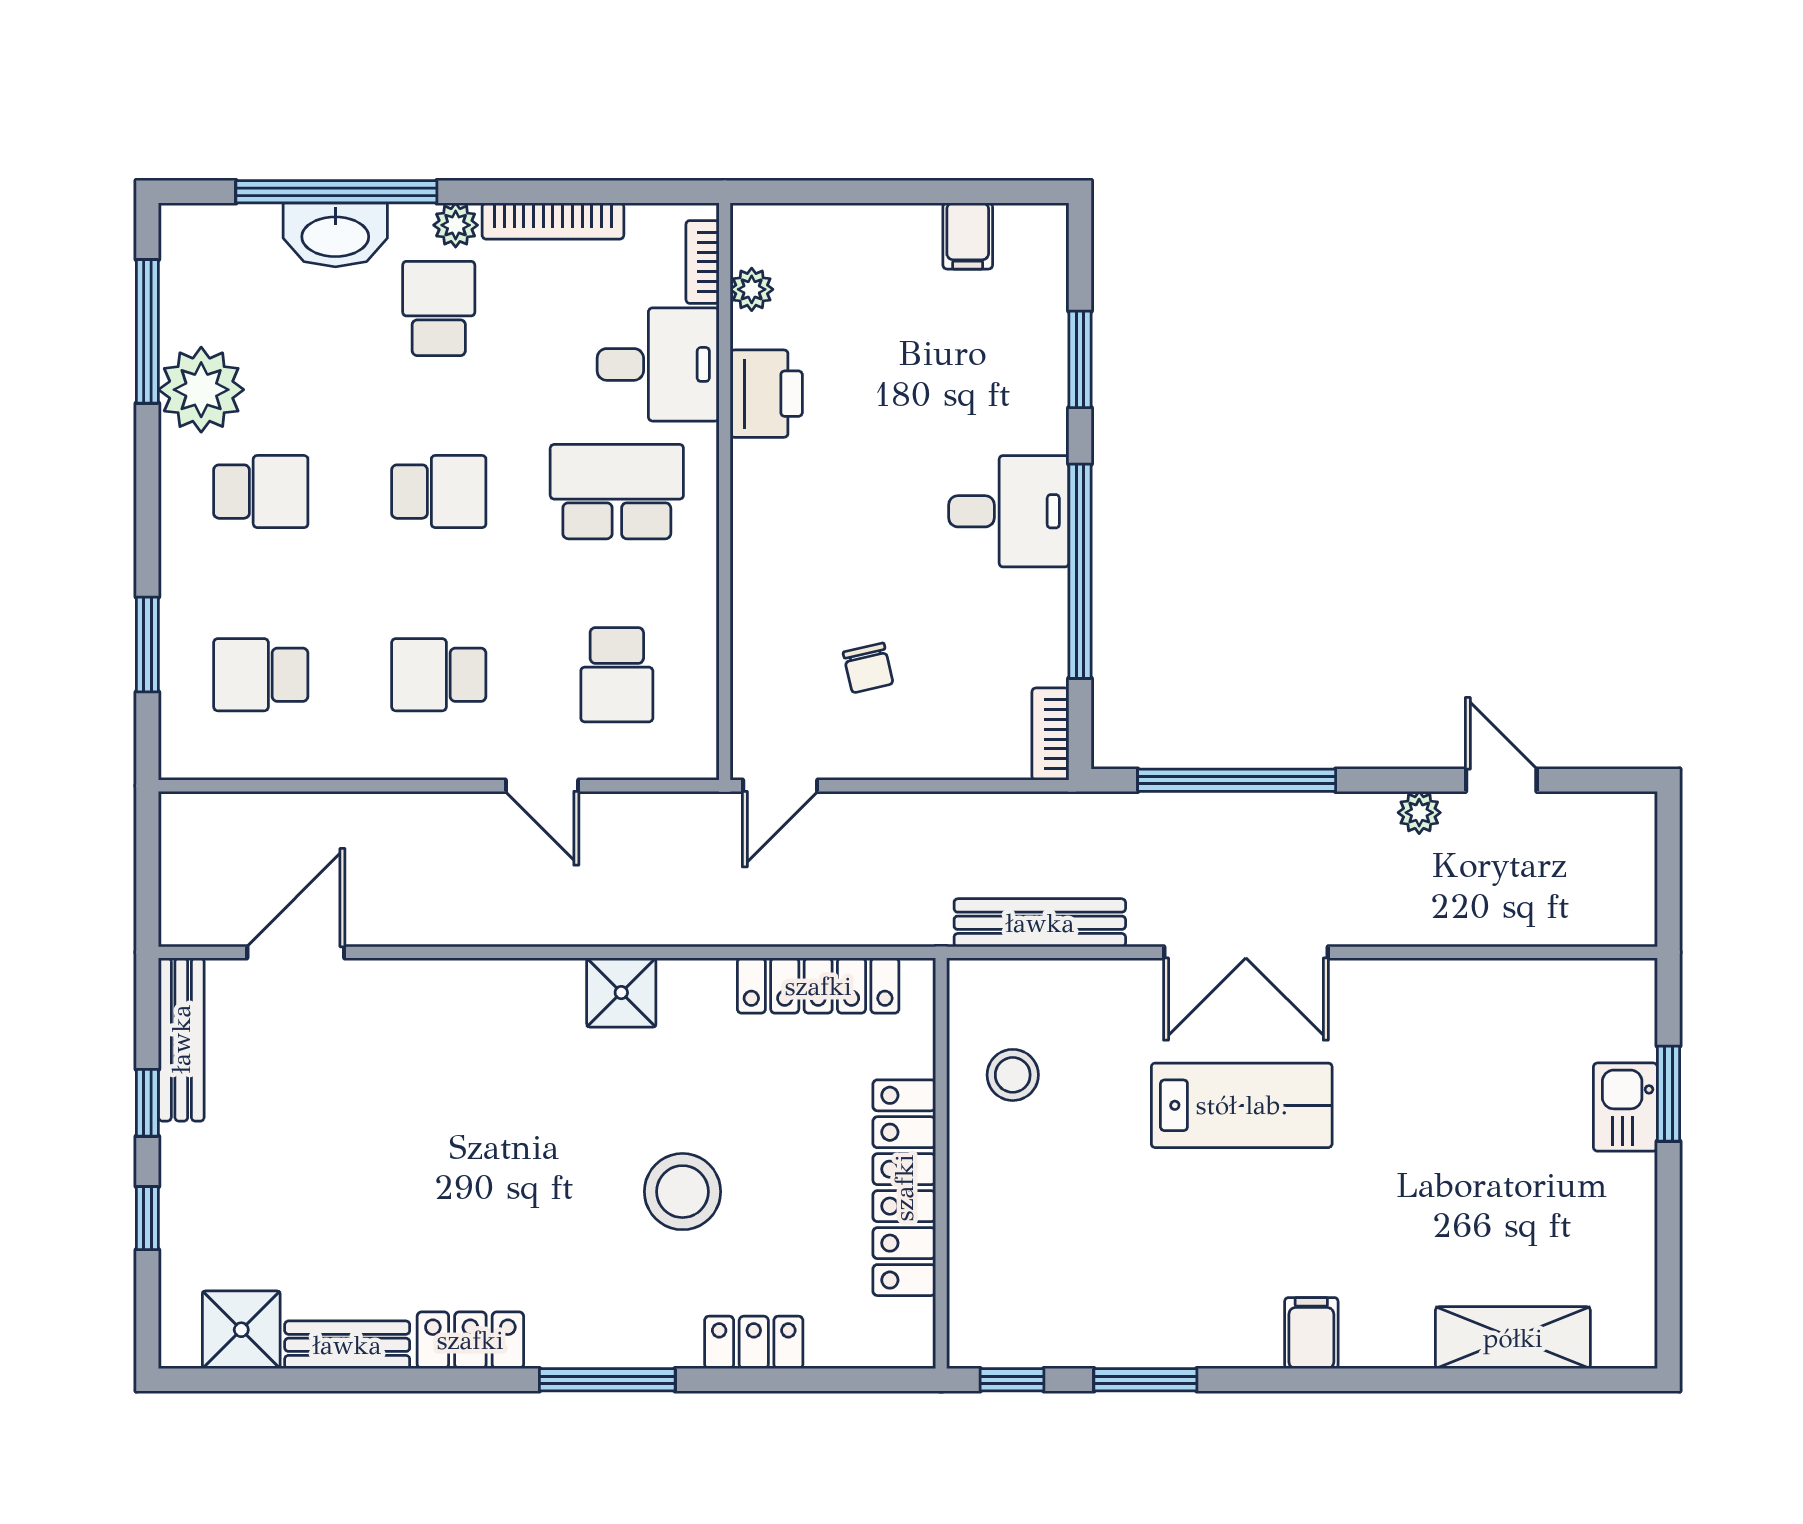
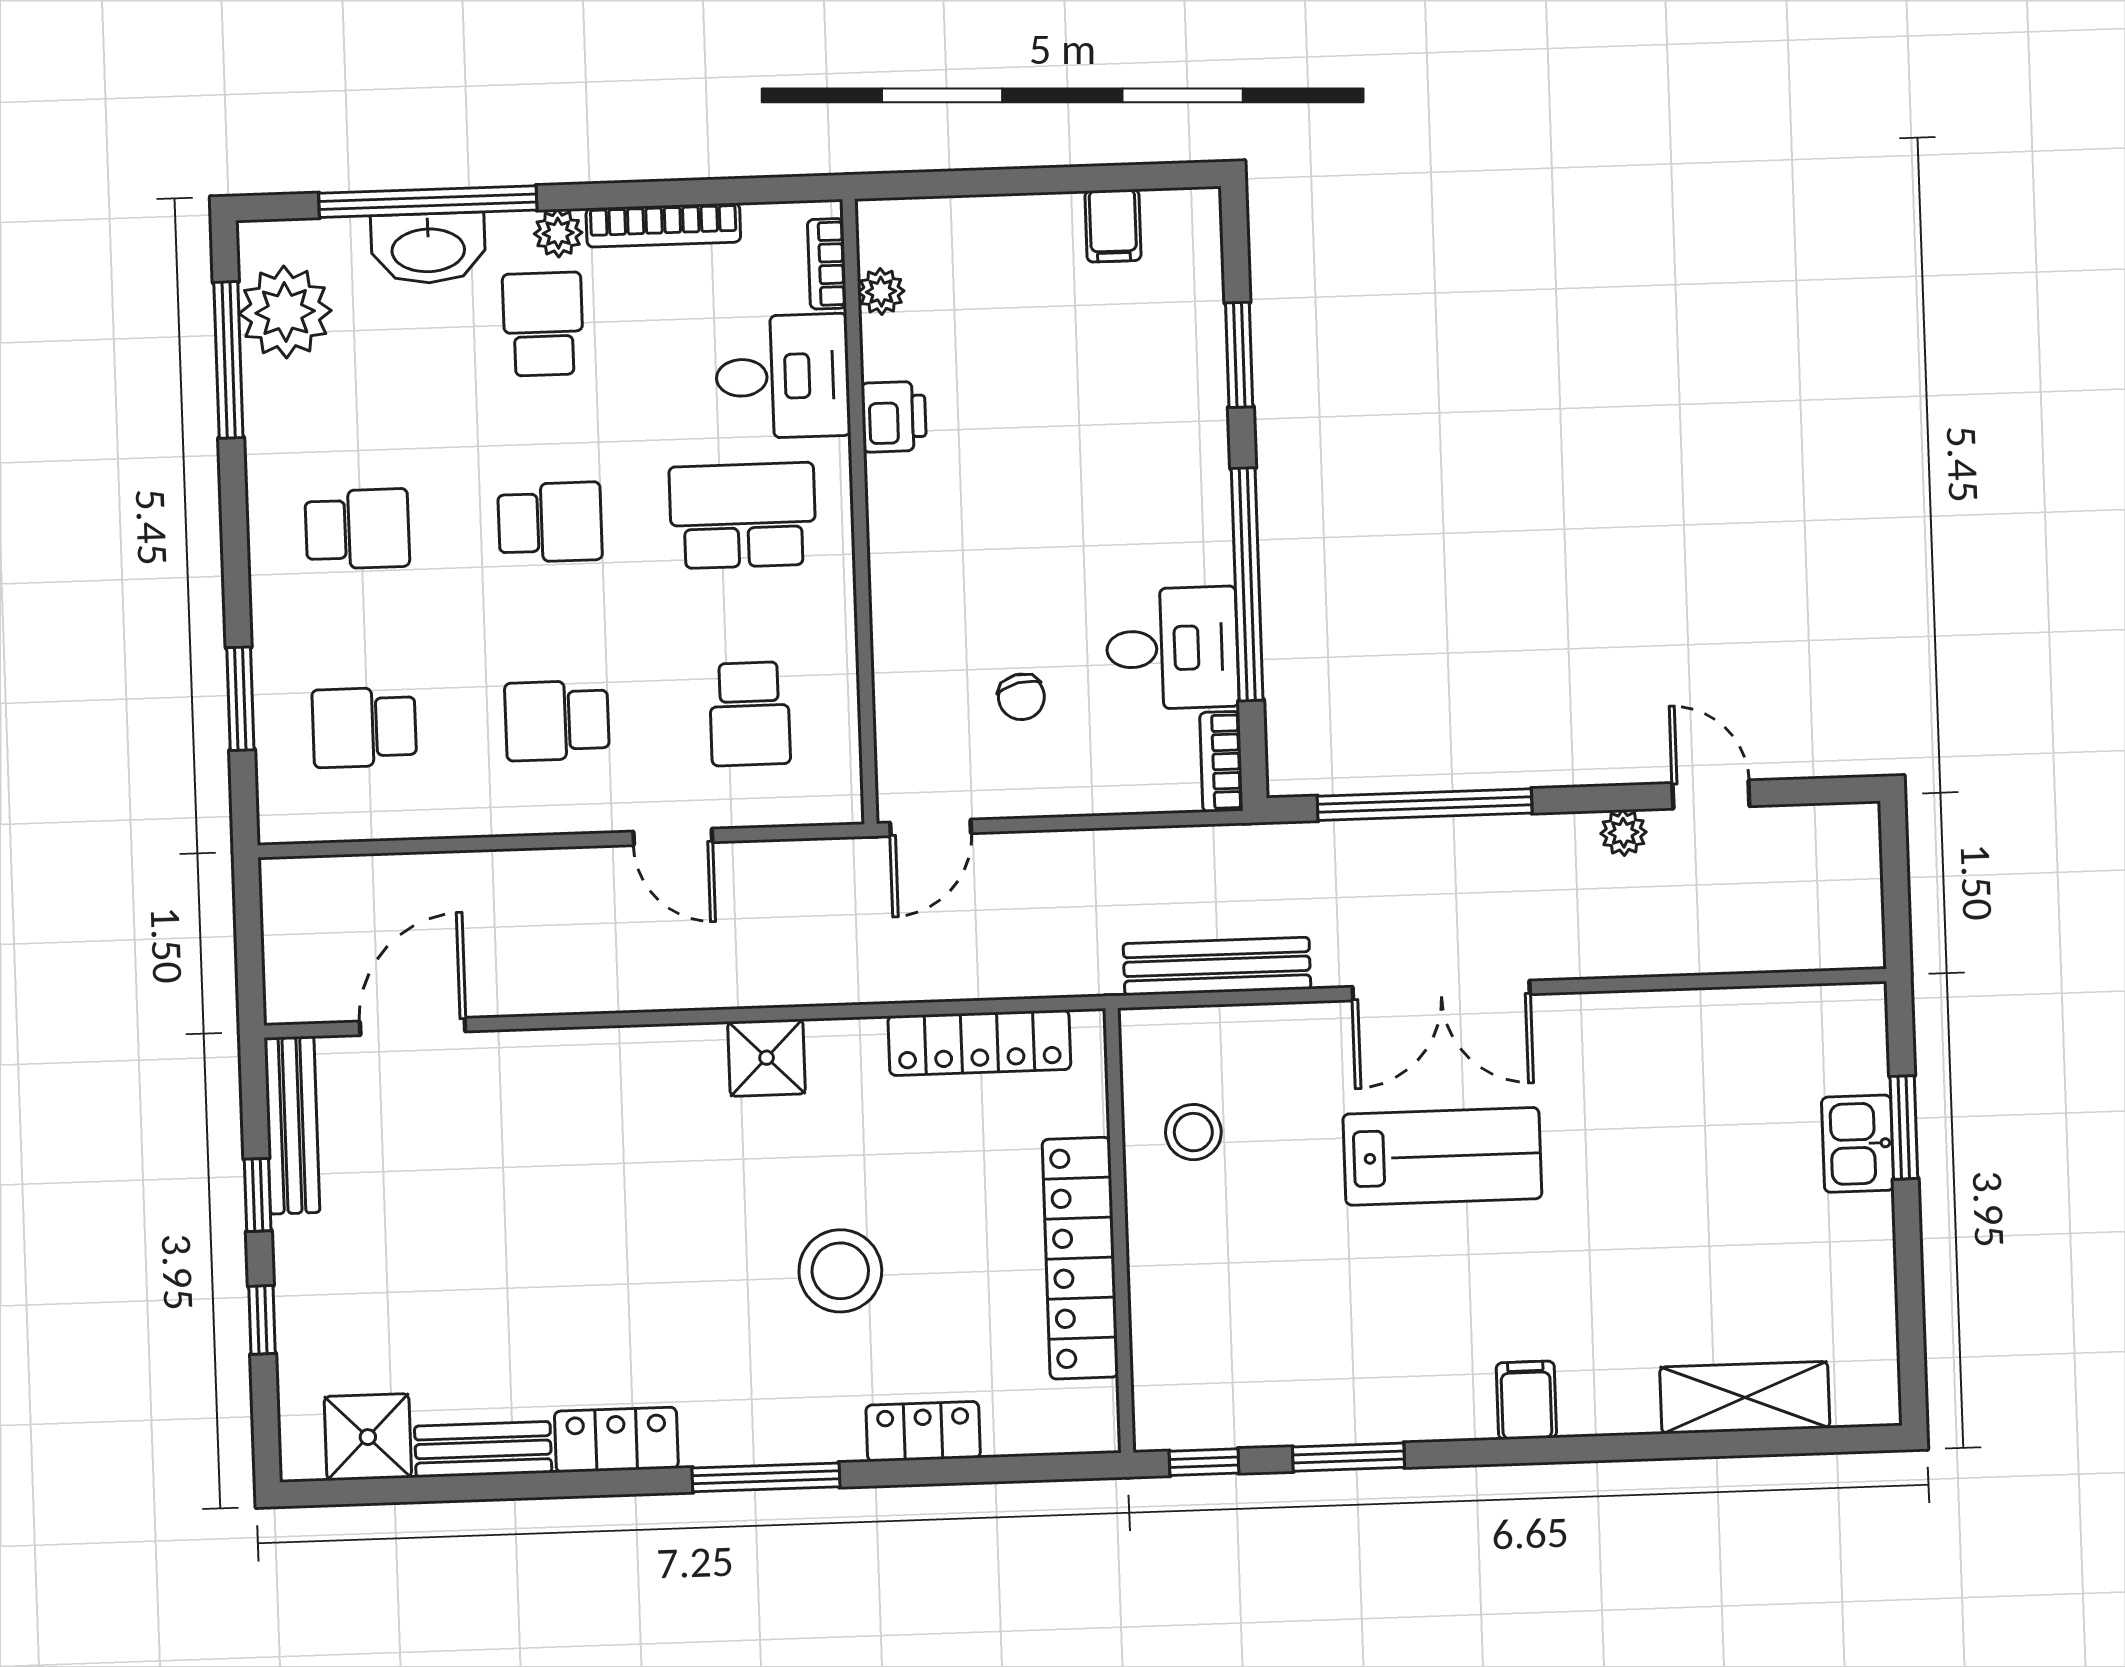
plant: (201, 390) -> (285, 312), moved
printer: (766, 394) -> (894, 417), width x0.73, depth x0.81
desk: (1009, 511) -> (1172, 648), moved

